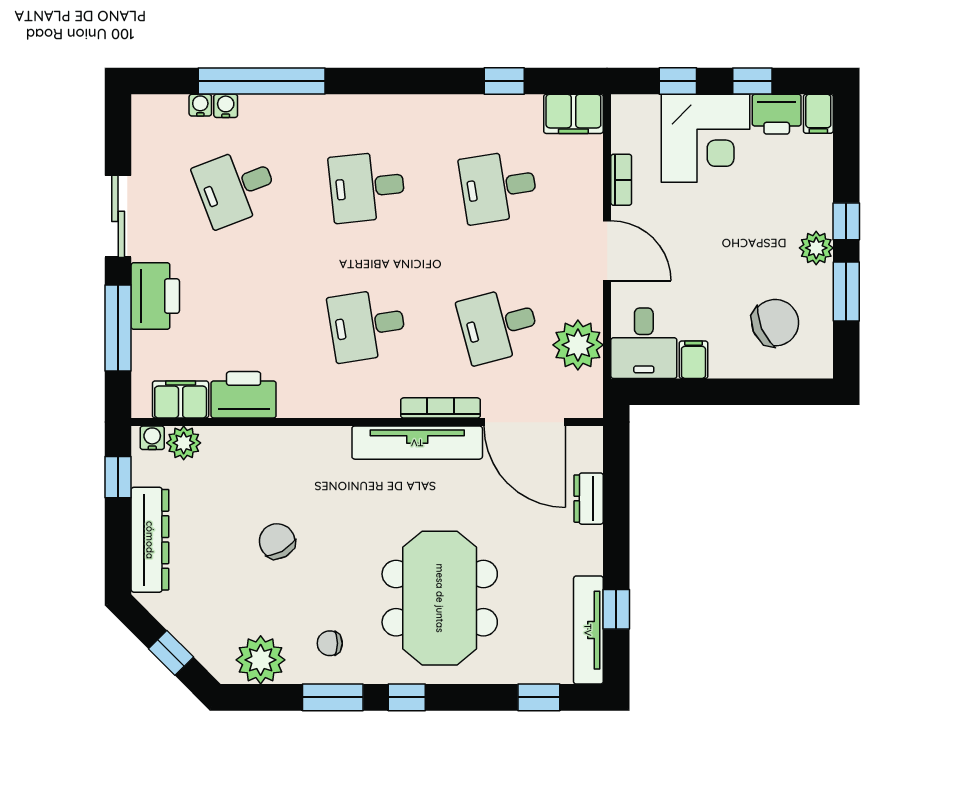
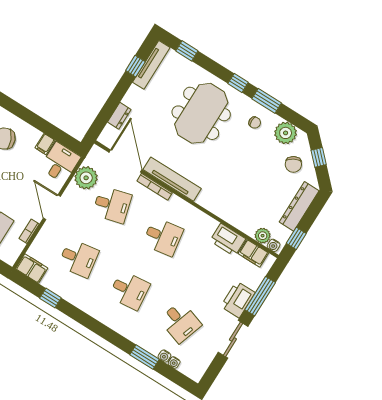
window: (262, 81) -> (144, 357), width x0.47
desk: (236, 187) -> (180, 322), turned 39
chair: (277, 541) -> (293, 164), moved

